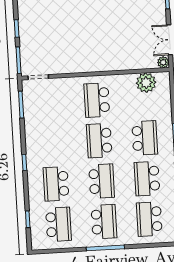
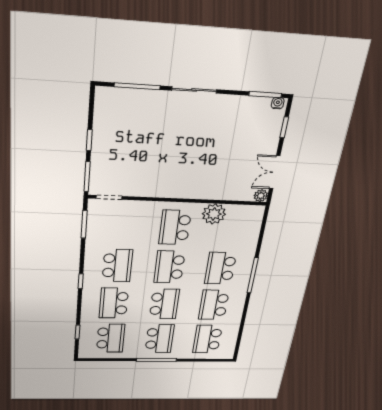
plant: (146, 83) -> (214, 214), moved
school desk: (145, 138) -> (220, 268), turned 180
school desk: (54, 143) -> (117, 266), added

